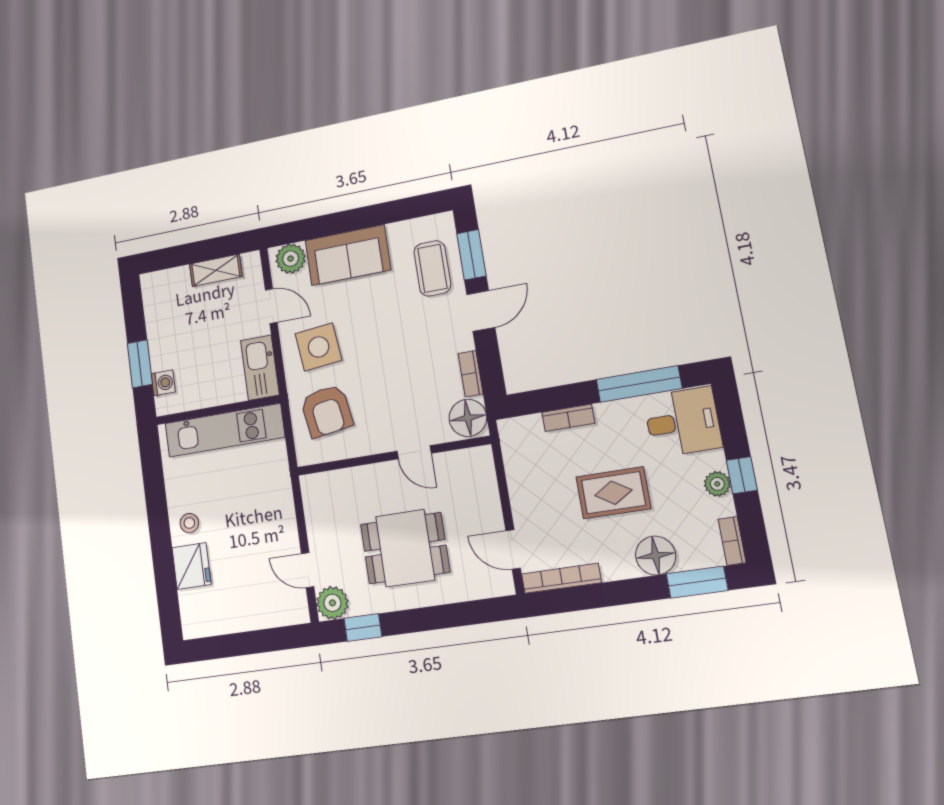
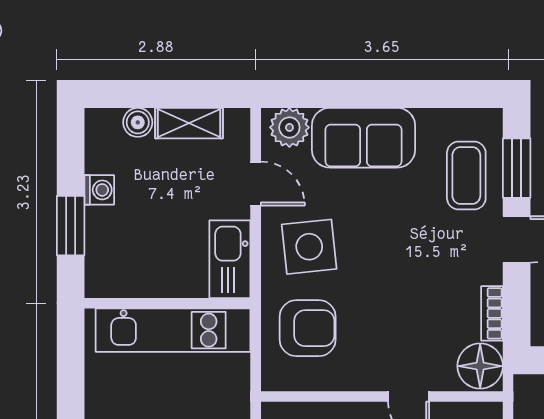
boiler: (179, 277) -> (138, 122), added
washing machine: (163, 383) -> (99, 190), moved
armchair: (327, 411) -> (308, 328), turned -81

